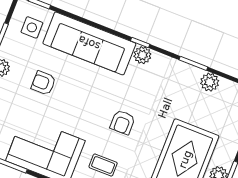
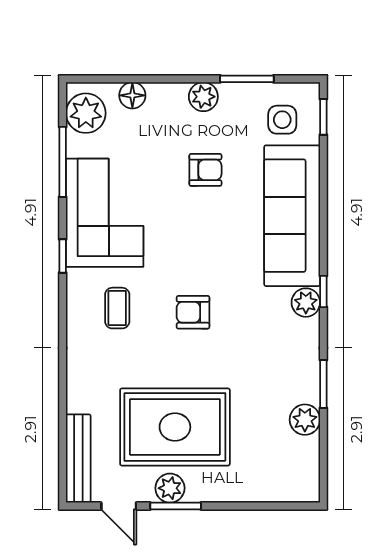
armchair: (43, 83) -> (205, 170), turned 90

